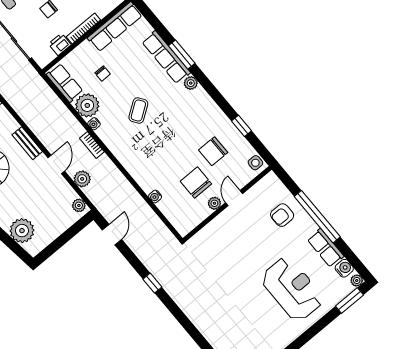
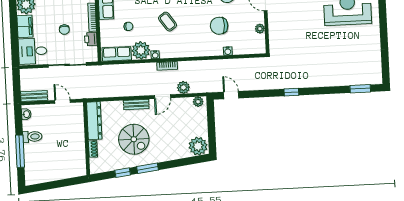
door: (56, 164) -> (163, 97), swing flipped
chair: (196, 183) -> (219, 26), moved
plant: (214, 203) -> (260, 29), moved
plant: (22, 231) -> (198, 146), moved
window: (152, 283) -> (291, 92), moved

